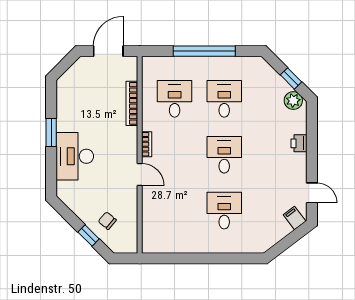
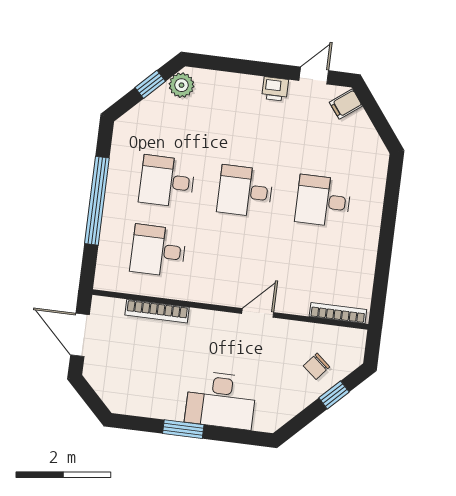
printer: (299, 143) -> (275, 89), moved
bookcase: (147, 144) -> (338, 313), moved, width x1.56

